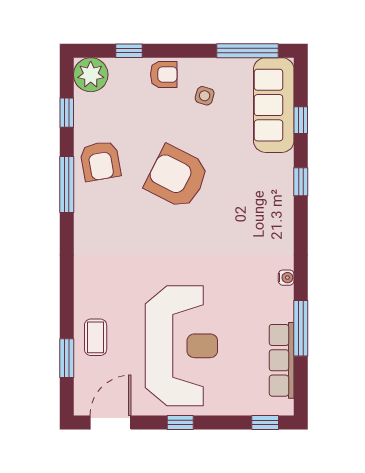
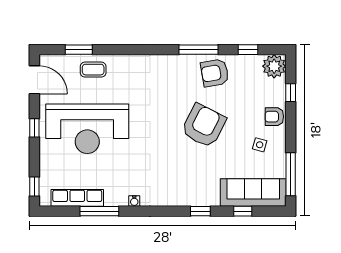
armchair: (164, 74) -> (274, 117), turned 90

